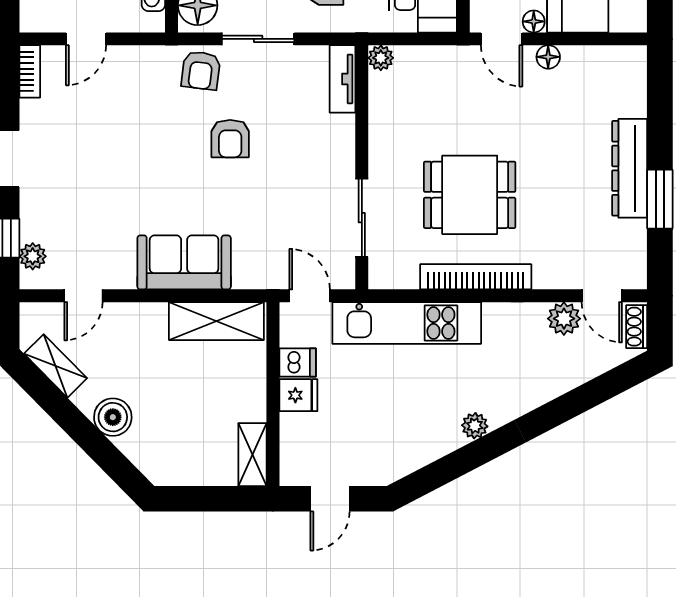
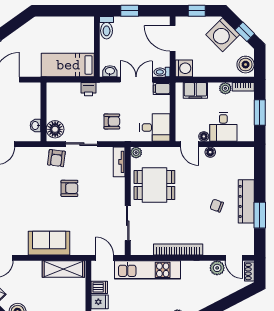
armchair: (230, 139) -> (69, 188), turned -90
chair: (563, 178) -> (217, 206), added
dining table: (470, 195) -> (154, 185), moved

